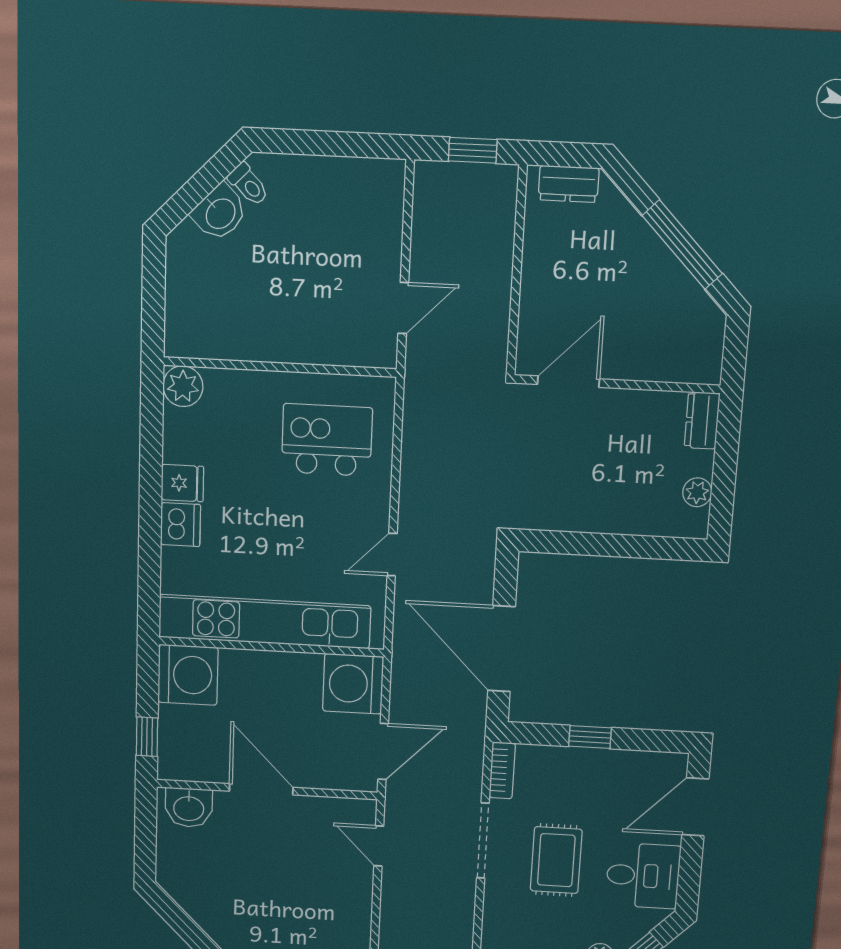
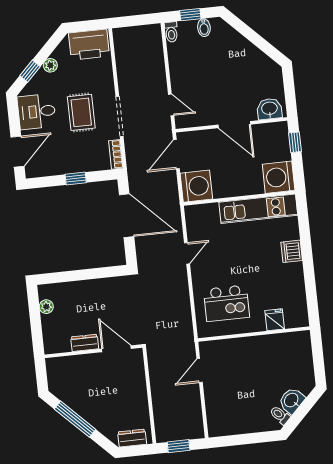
door: (568, 382) -> (116, 349), swing flipped
plant: (183, 386) -> (299, 318), removed
dresser: (702, 420) -> (85, 343), moved, turned -90
fridge: (182, 483) -> (275, 320), moved, turned 90
kitchen unit: (264, 622) -> (258, 209), width x0.73

